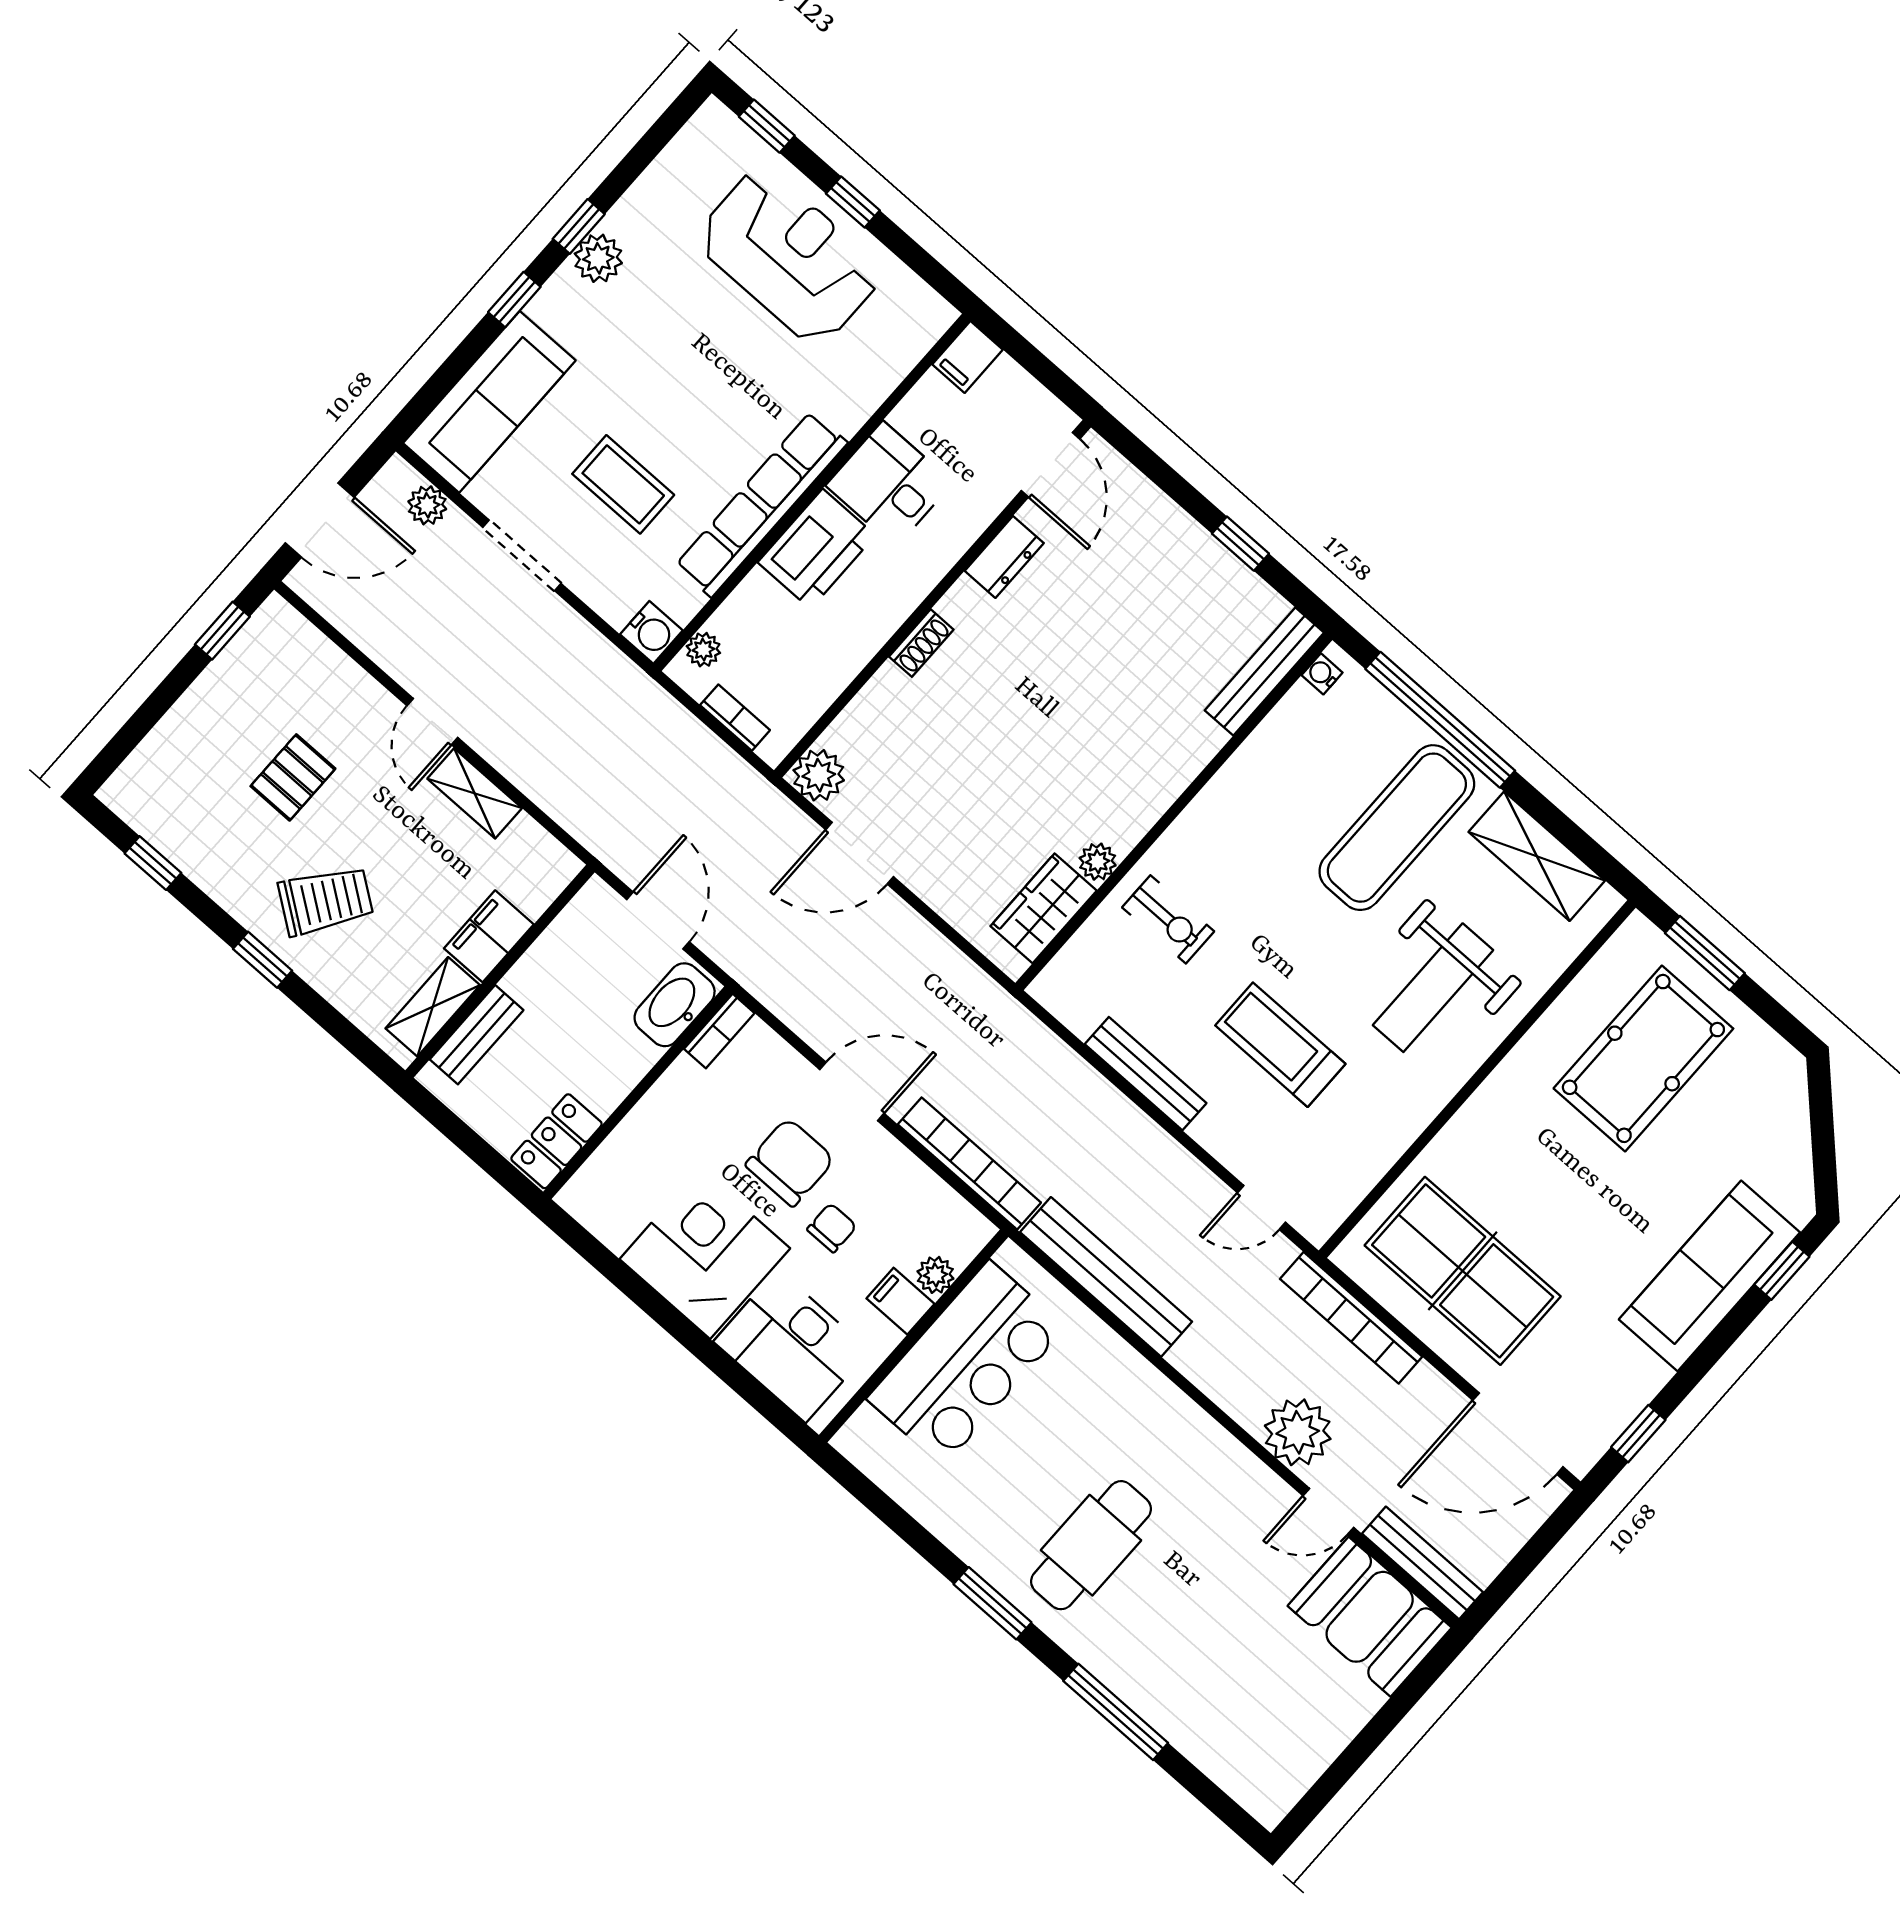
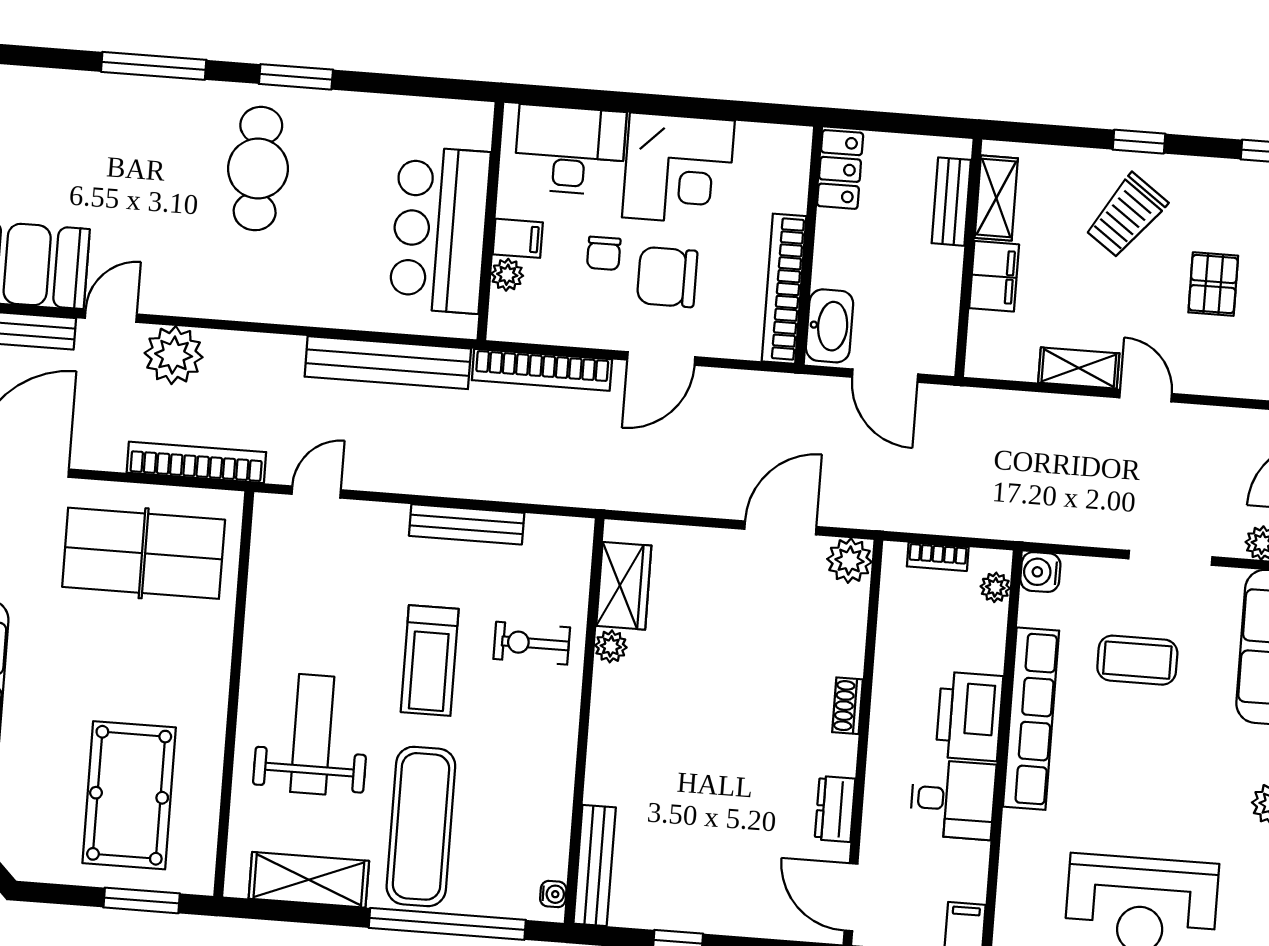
bookcase: (719, 1031) -> (784, 289), width x2.31, depth x1.31
treadmill: (1280, 1045) -> (430, 661), moved, turned 90
chair: (790, 1162) -> (667, 277), turned 90

